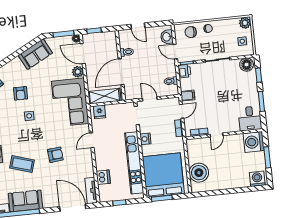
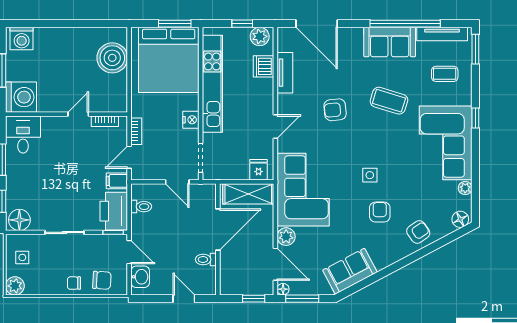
printer: (184, 71) -> (114, 211), width x1.87, depth x1.48
tv unit: (91, 191) -> (285, 73), moved
plant: (108, 196) -> (260, 36), added

